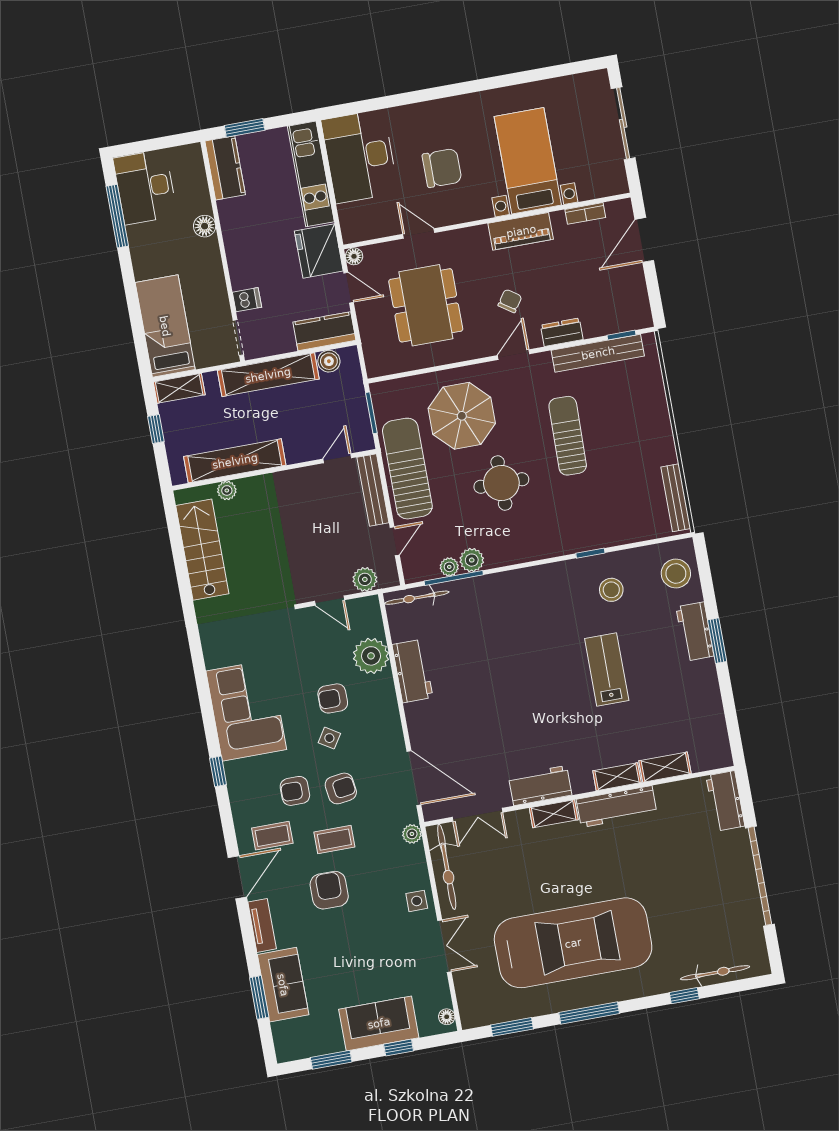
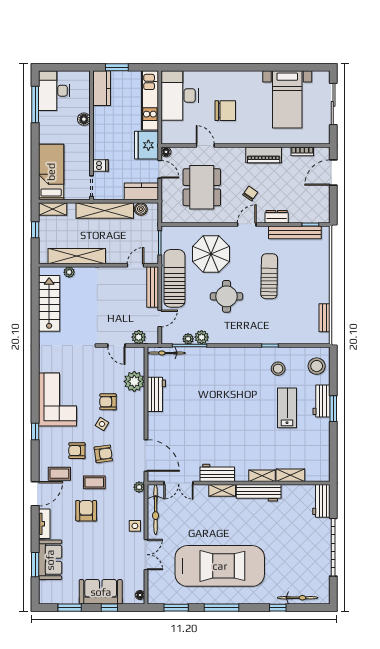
bed with nightstands: (528, 161) -> (287, 99), moved, turned 180
bench: (676, 498) -> (324, 318), width x0.73
lab bench: (607, 670) -> (287, 408), moved

